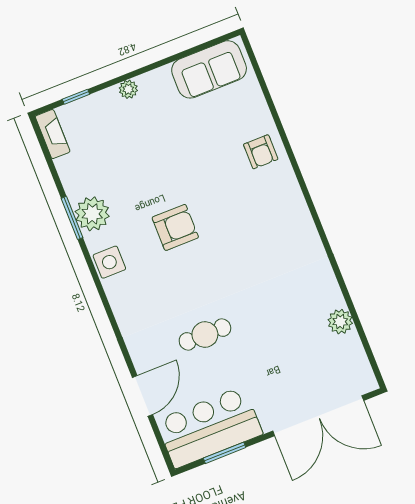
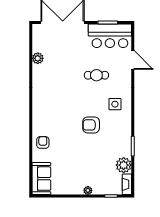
sofa: (209, 69) -> (41, 179), moved, turned 90
plant: (92, 214) -> (124, 165), moved
side table: (109, 262) -> (115, 104), moved
door: (142, 396) -> (133, 60), swing flipped

